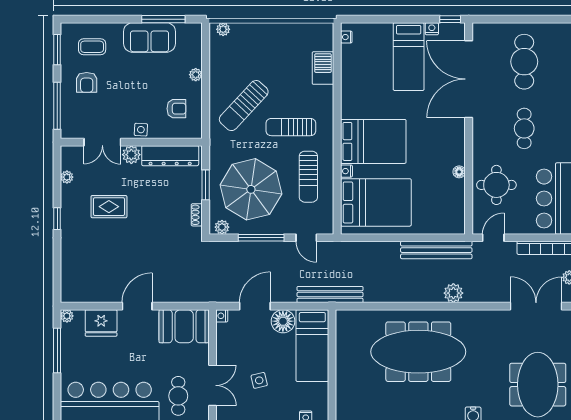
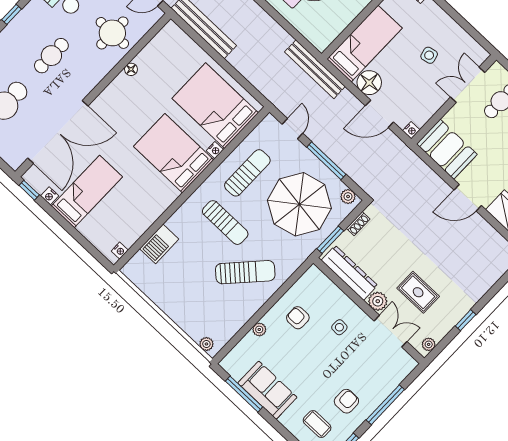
double door: (102, 142) -> (391, 331), moved
wall: (131, 142) -> (369, 311), moved
plant: (131, 155) -> (378, 301), moved
dresser: (170, 156) -> (349, 273), moved

